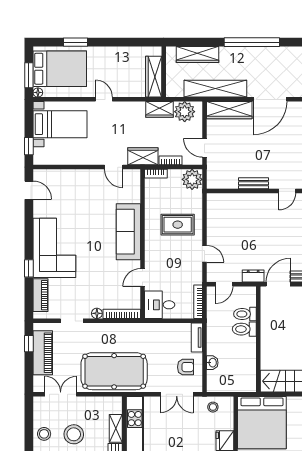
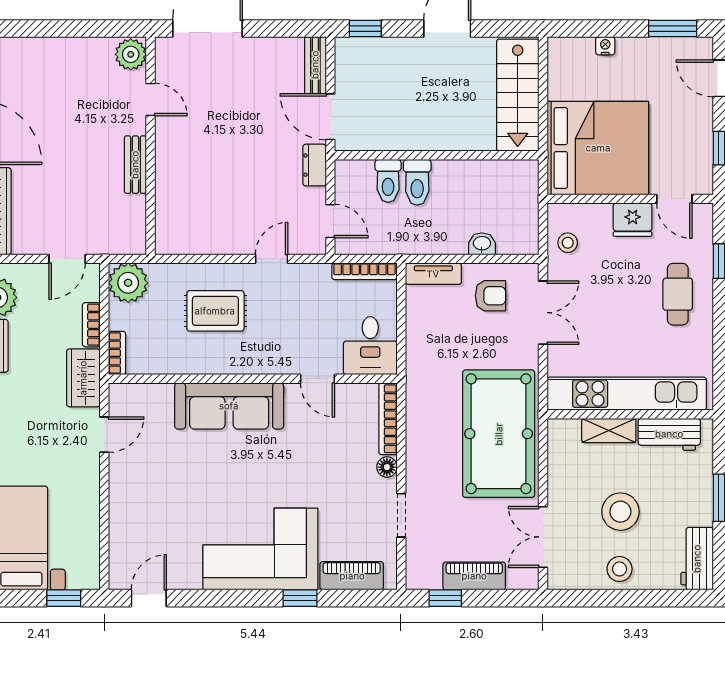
rug: (178, 225) -> (215, 311), turned 90
piano: (43, 353) -> (474, 576), width x0.73, depth x0.75
armchair: (185, 367) -> (491, 296), turned 90

